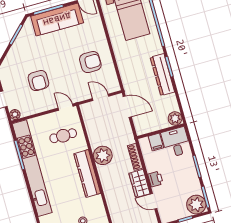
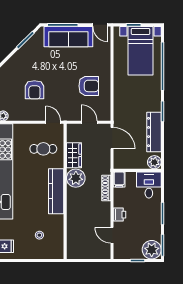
dresser: (162, 75) -> (154, 132), moved
filing cabinet: (156, 142) -> (119, 179), moved
wardrobe: (139, 183) -> (74, 155), moved, turned 180

